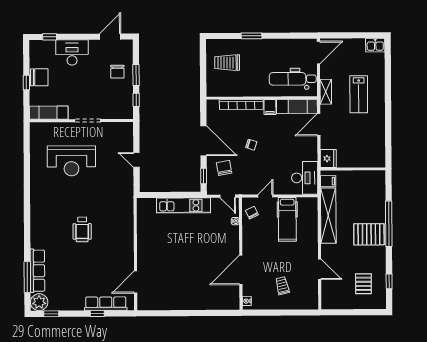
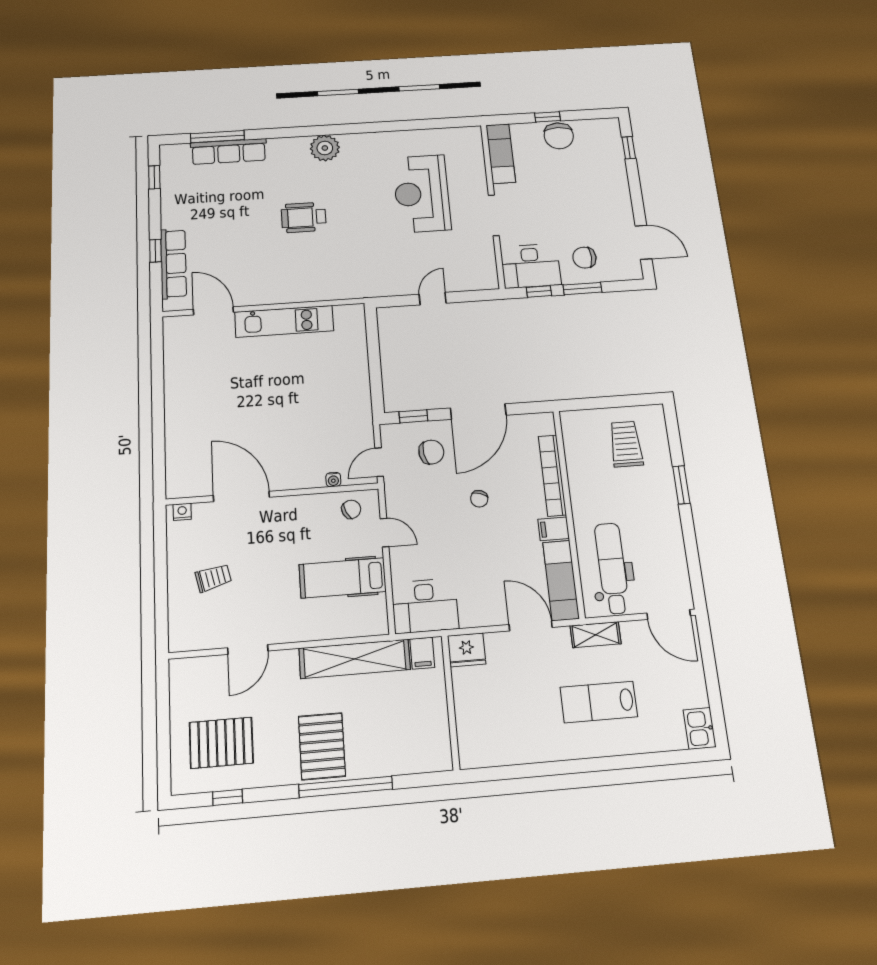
desk: (72, 53) -> (531, 266), moved, turned 90
kitchen unit: (184, 205) -> (284, 321), moved, turned -90
pallet: (363, 284) -> (221, 743), width x1.50, depth x1.42
plant: (39, 302) -> (325, 148), moved

